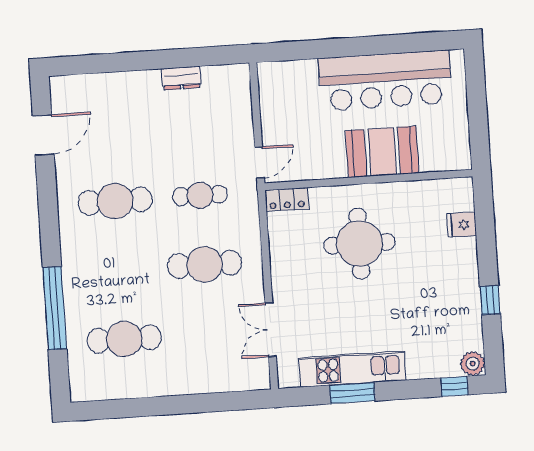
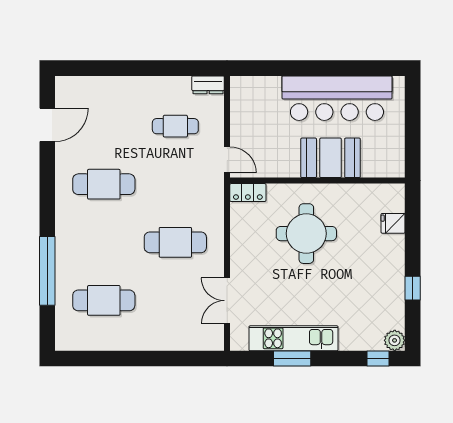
dresser: (181, 78) -> (208, 85), moved
door: (260, 162) -> (227, 160), hinge flipped
cafe table: (200, 195) -> (175, 126), moved

